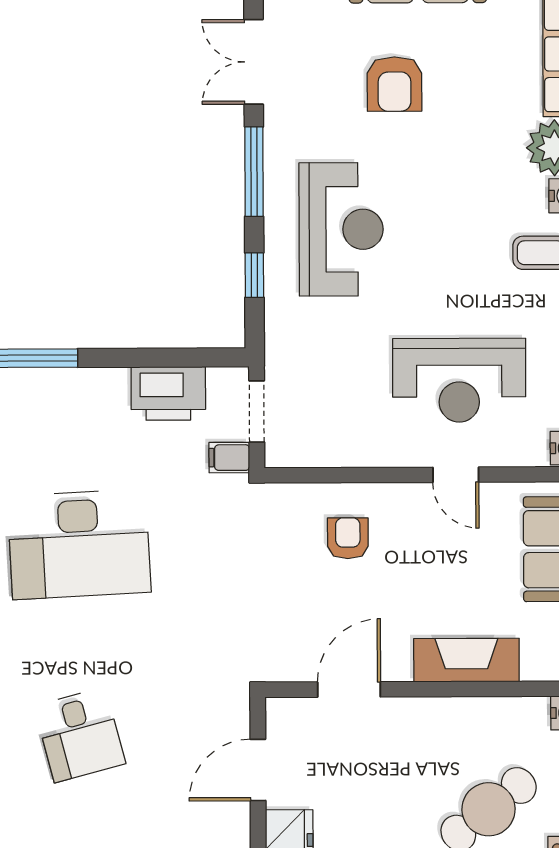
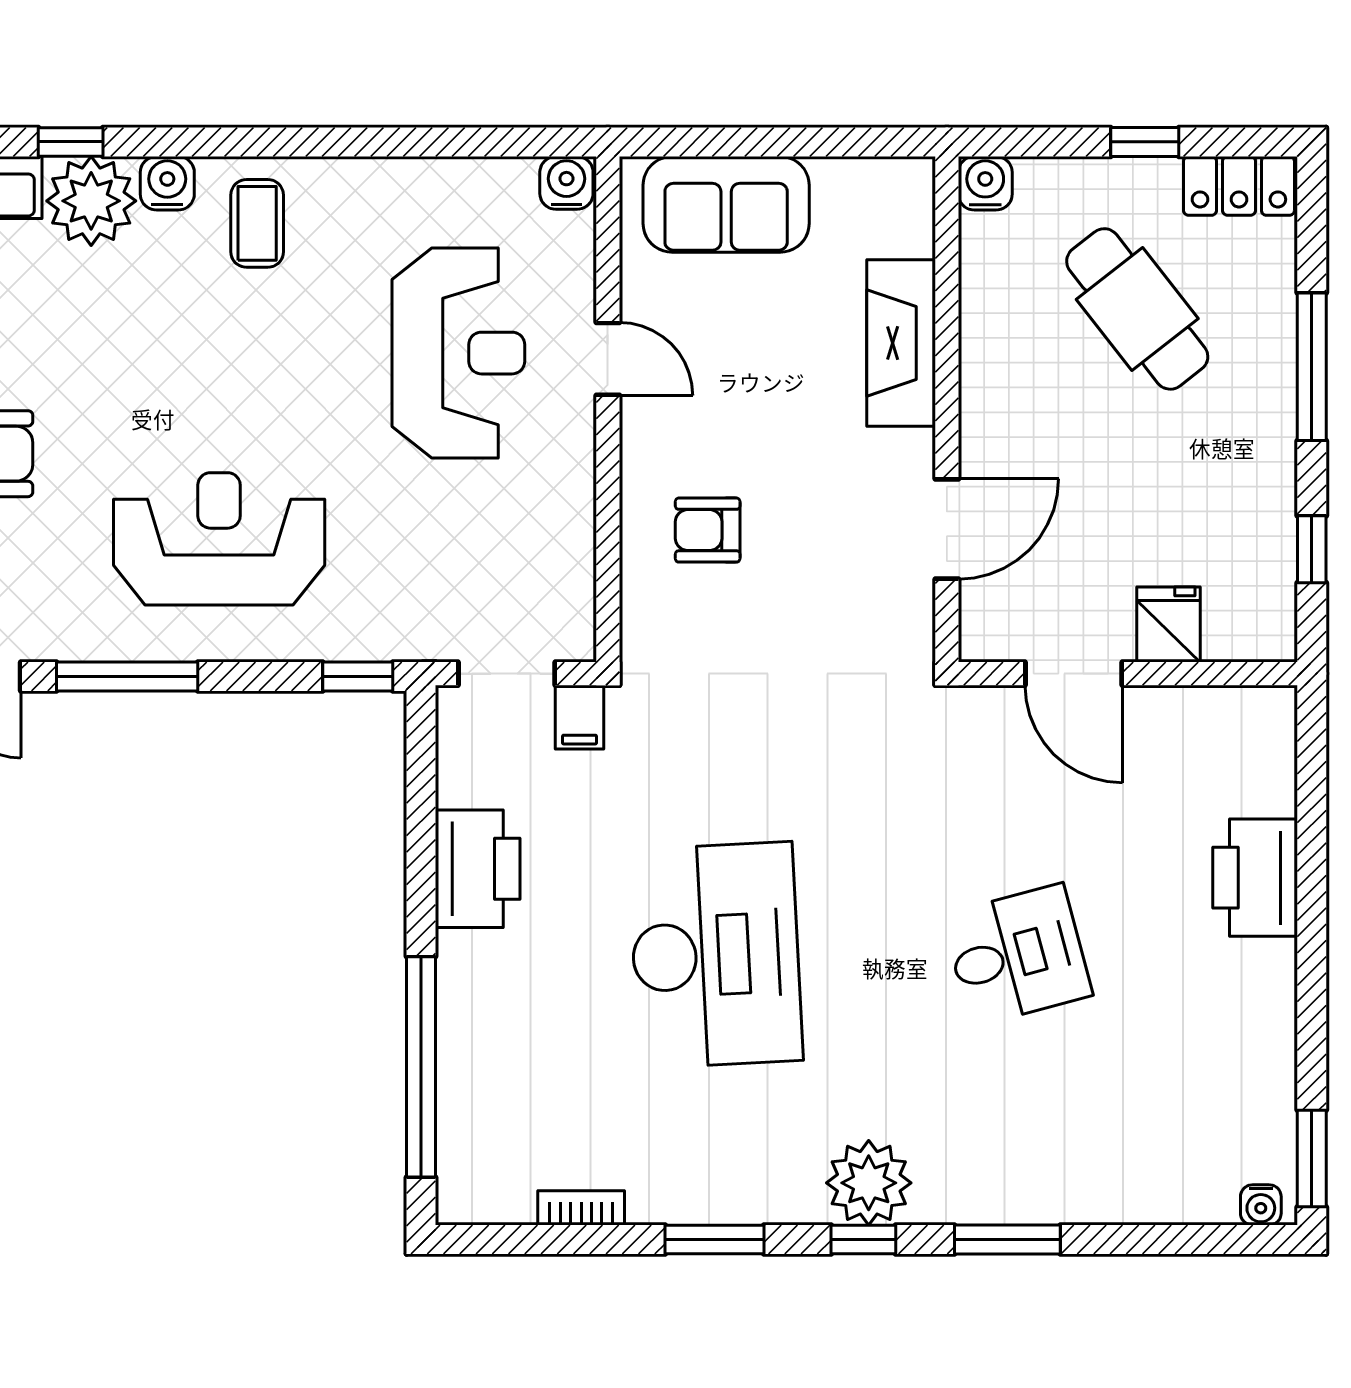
window: (254, 275) -> (358, 676), moved
printer: (168, 393) -> (478, 869), moved
door: (456, 475) -> (608, 359), hinge flipped
door: (349, 689) -> (947, 529), swing flipped

